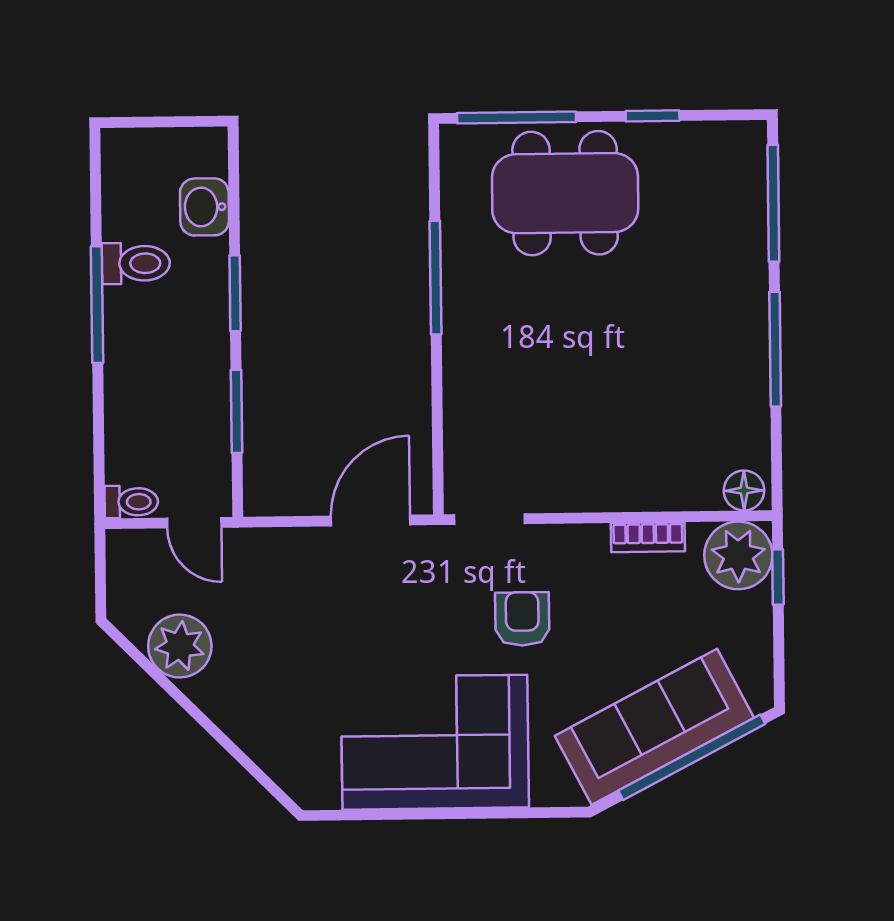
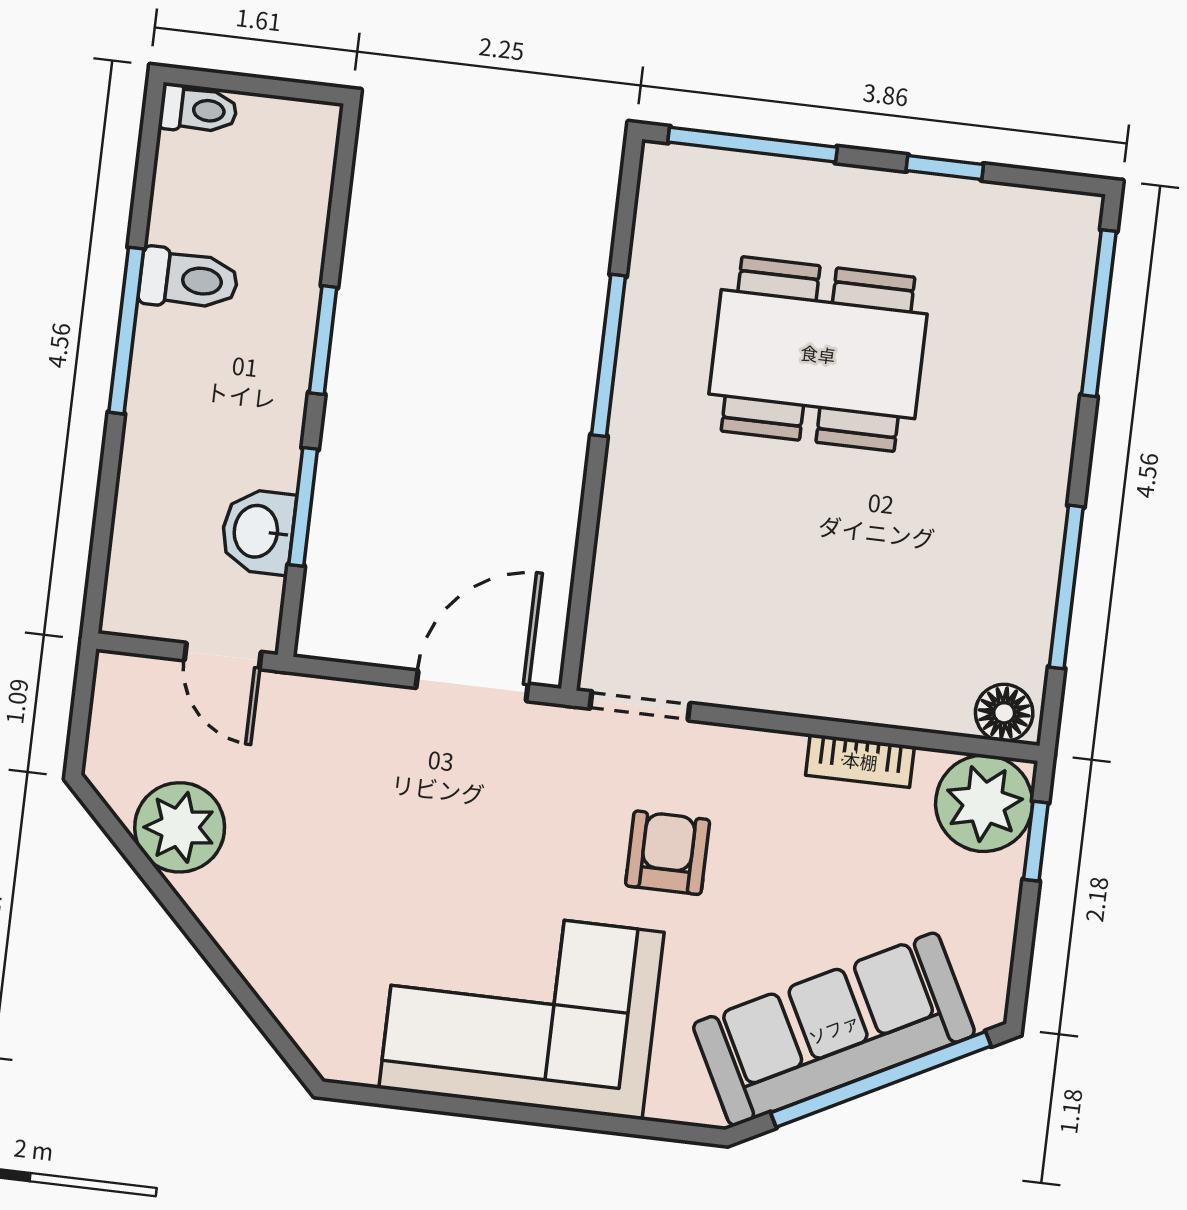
dining table: (565, 193) -> (818, 354), moved
washbasin: (204, 207) -> (258, 531), moved
window: (775, 349) -> (1066, 587), moved
toilet: (131, 502) -> (198, 110), moved

